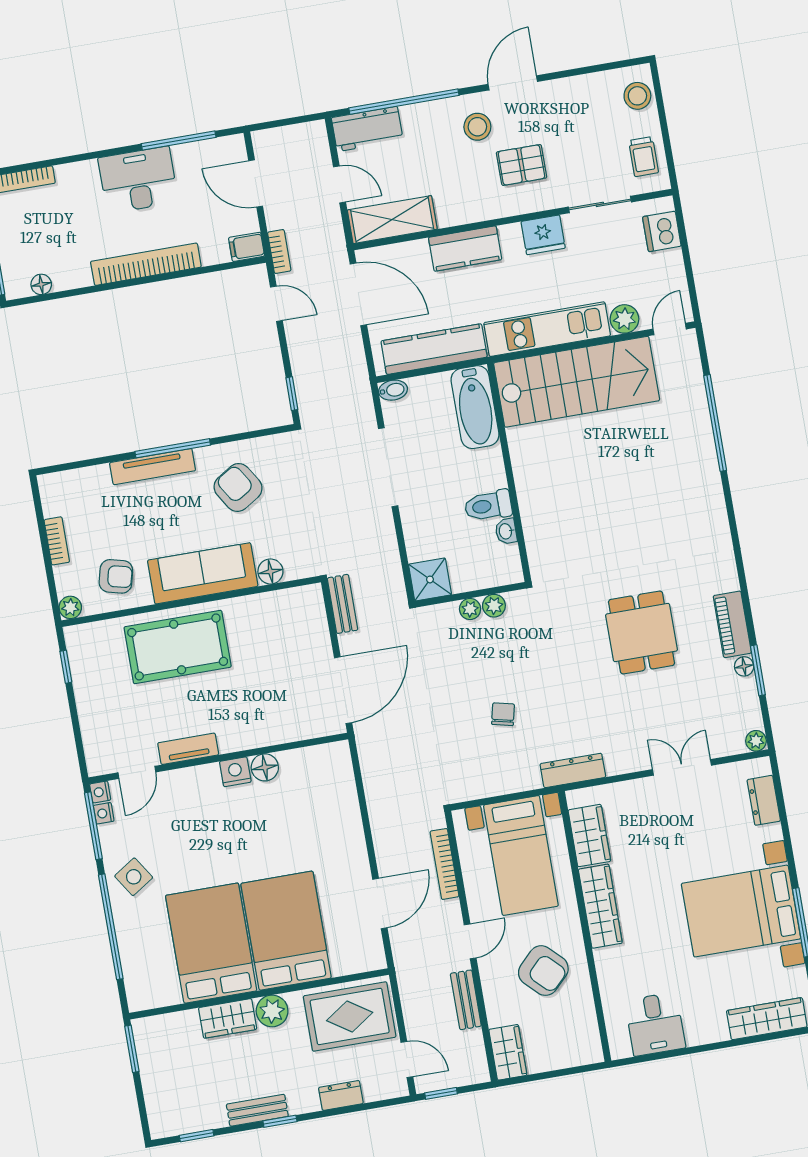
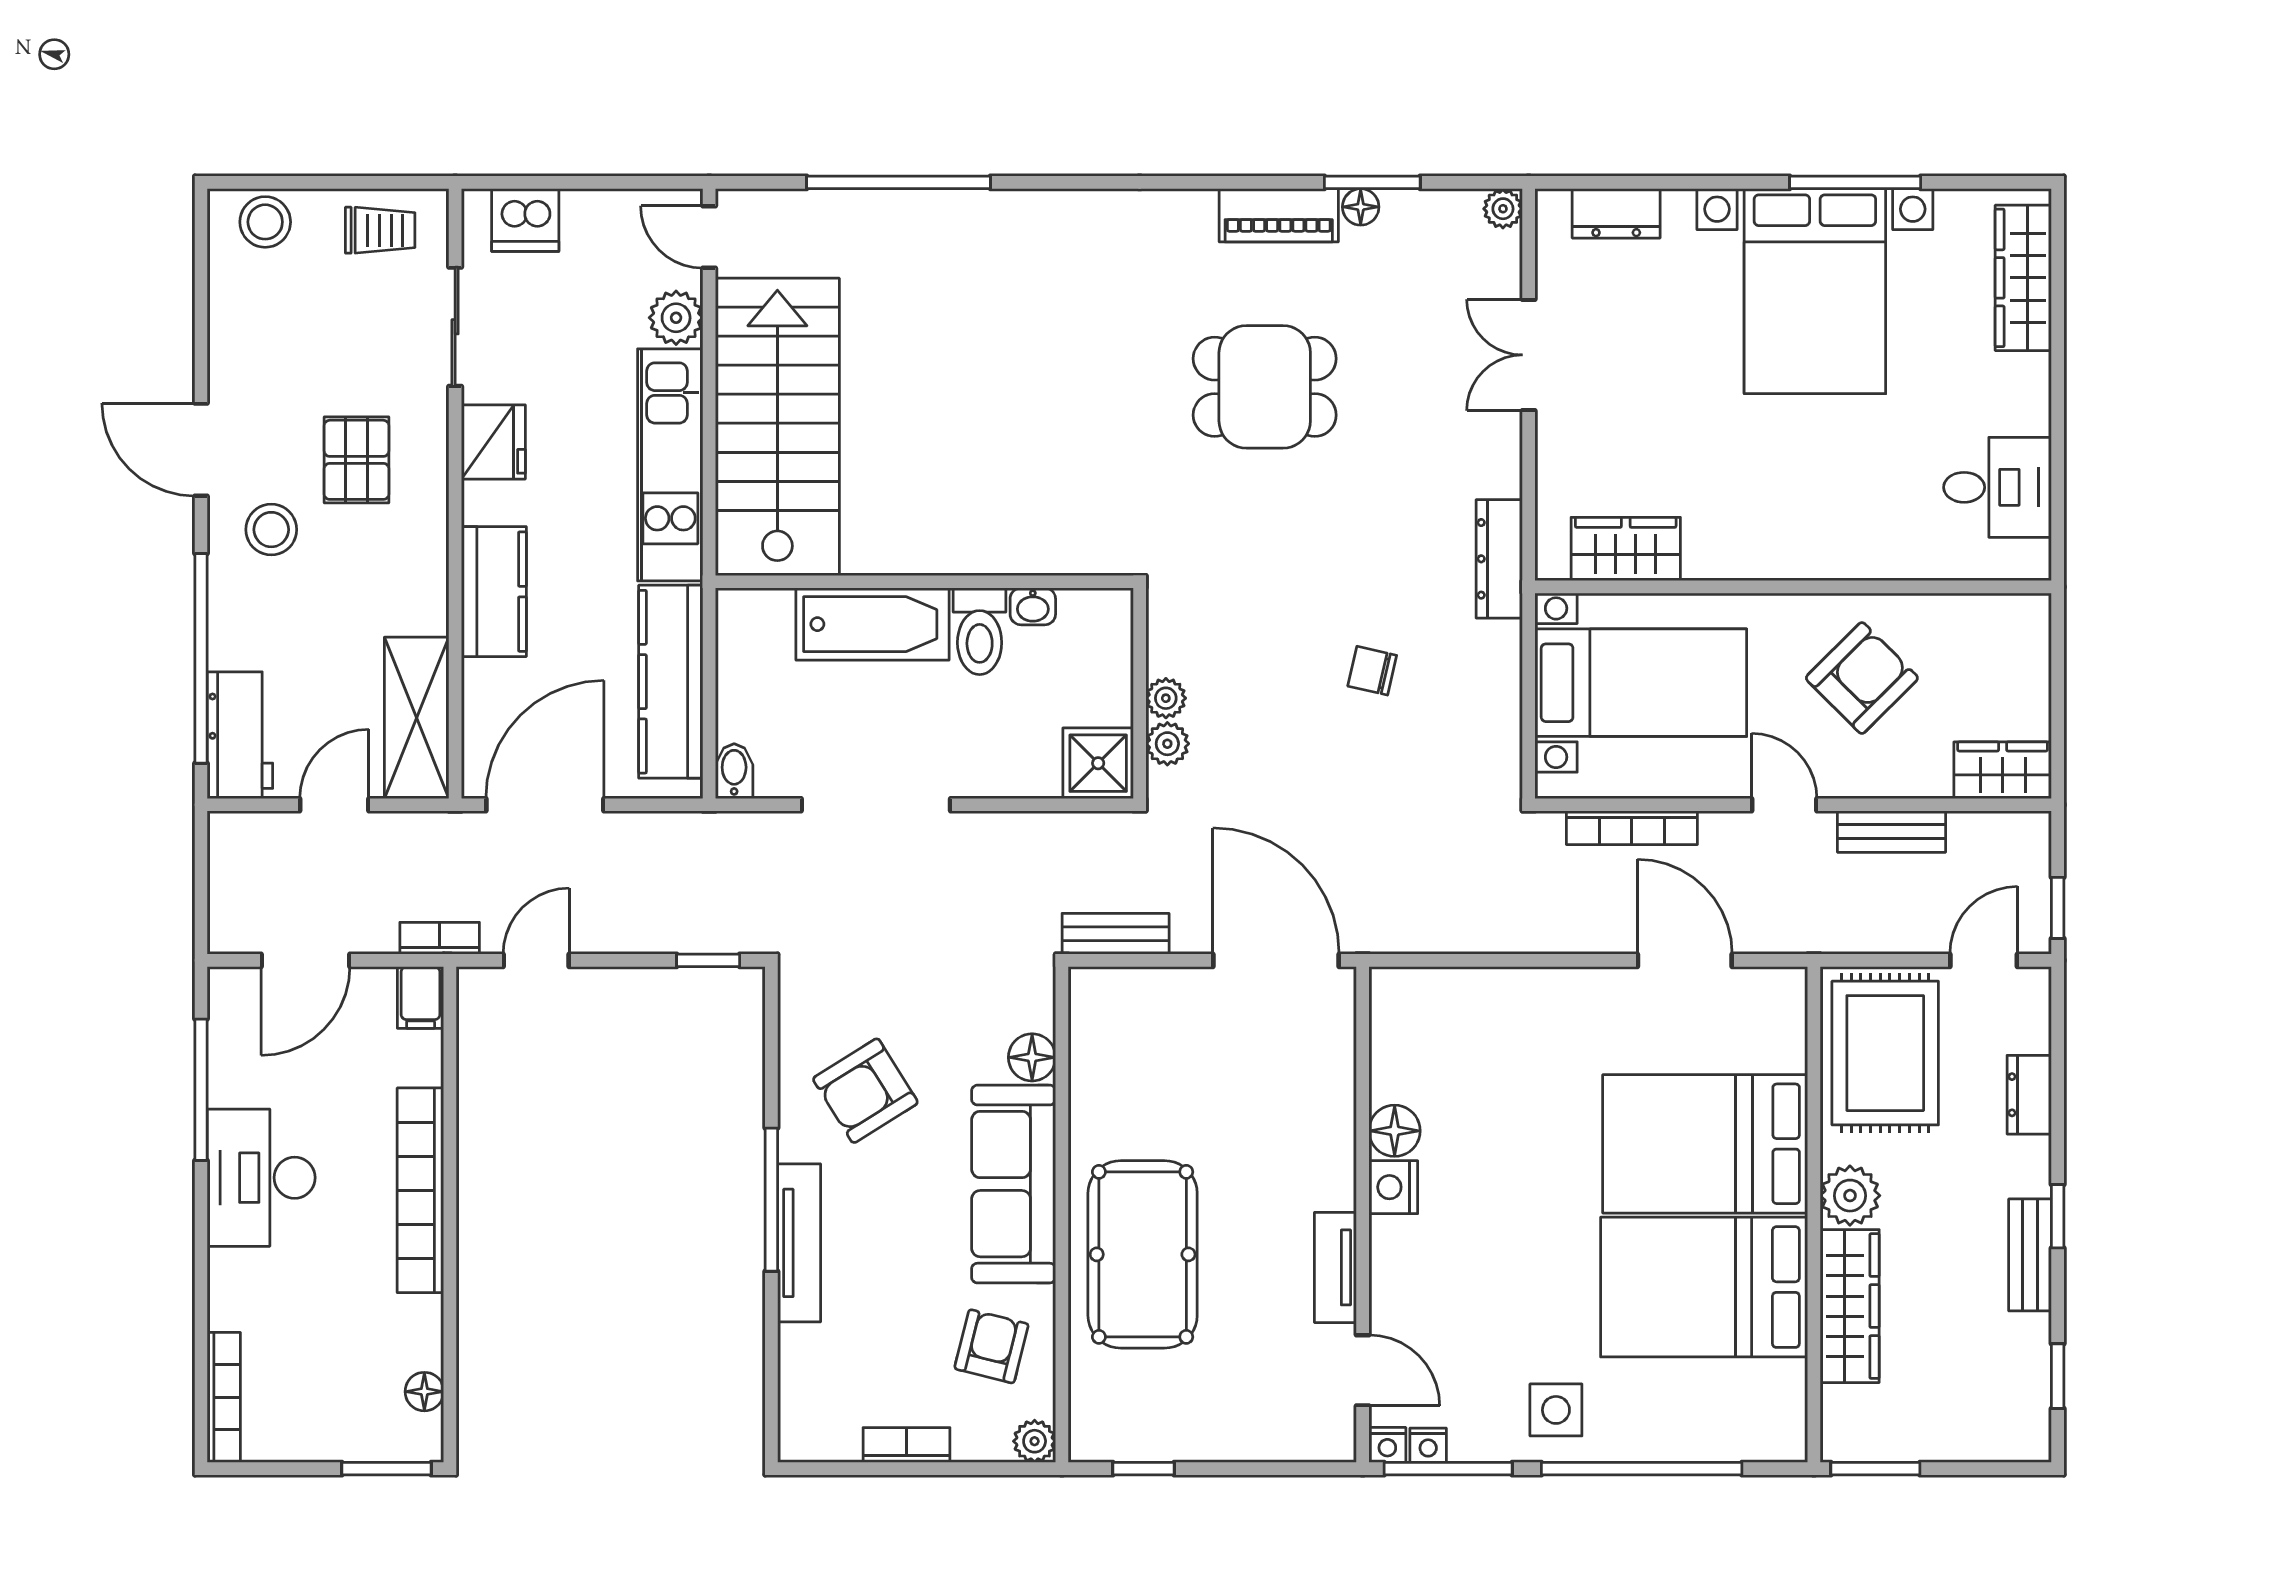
bathtub: (475, 407) -> (873, 624), moved
plant: (494, 606) -> (1167, 744), moved
side table: (134, 877) -> (1556, 1410), turned 33
wardrobe: (600, 906) -> (1760, 551), removed
wardrobe: (228, 1018) -> (1850, 1306), width x1.50

